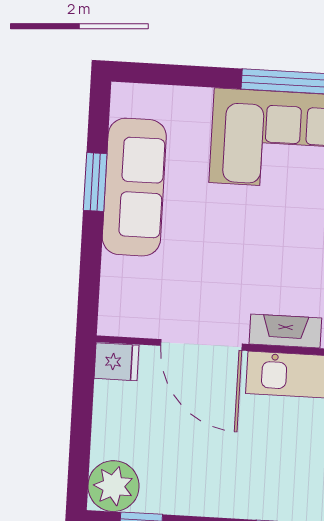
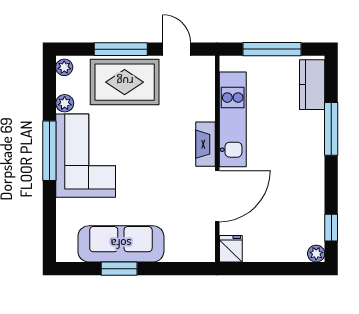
plant: (114, 486) -> (316, 254), width x0.53, depth x0.53

